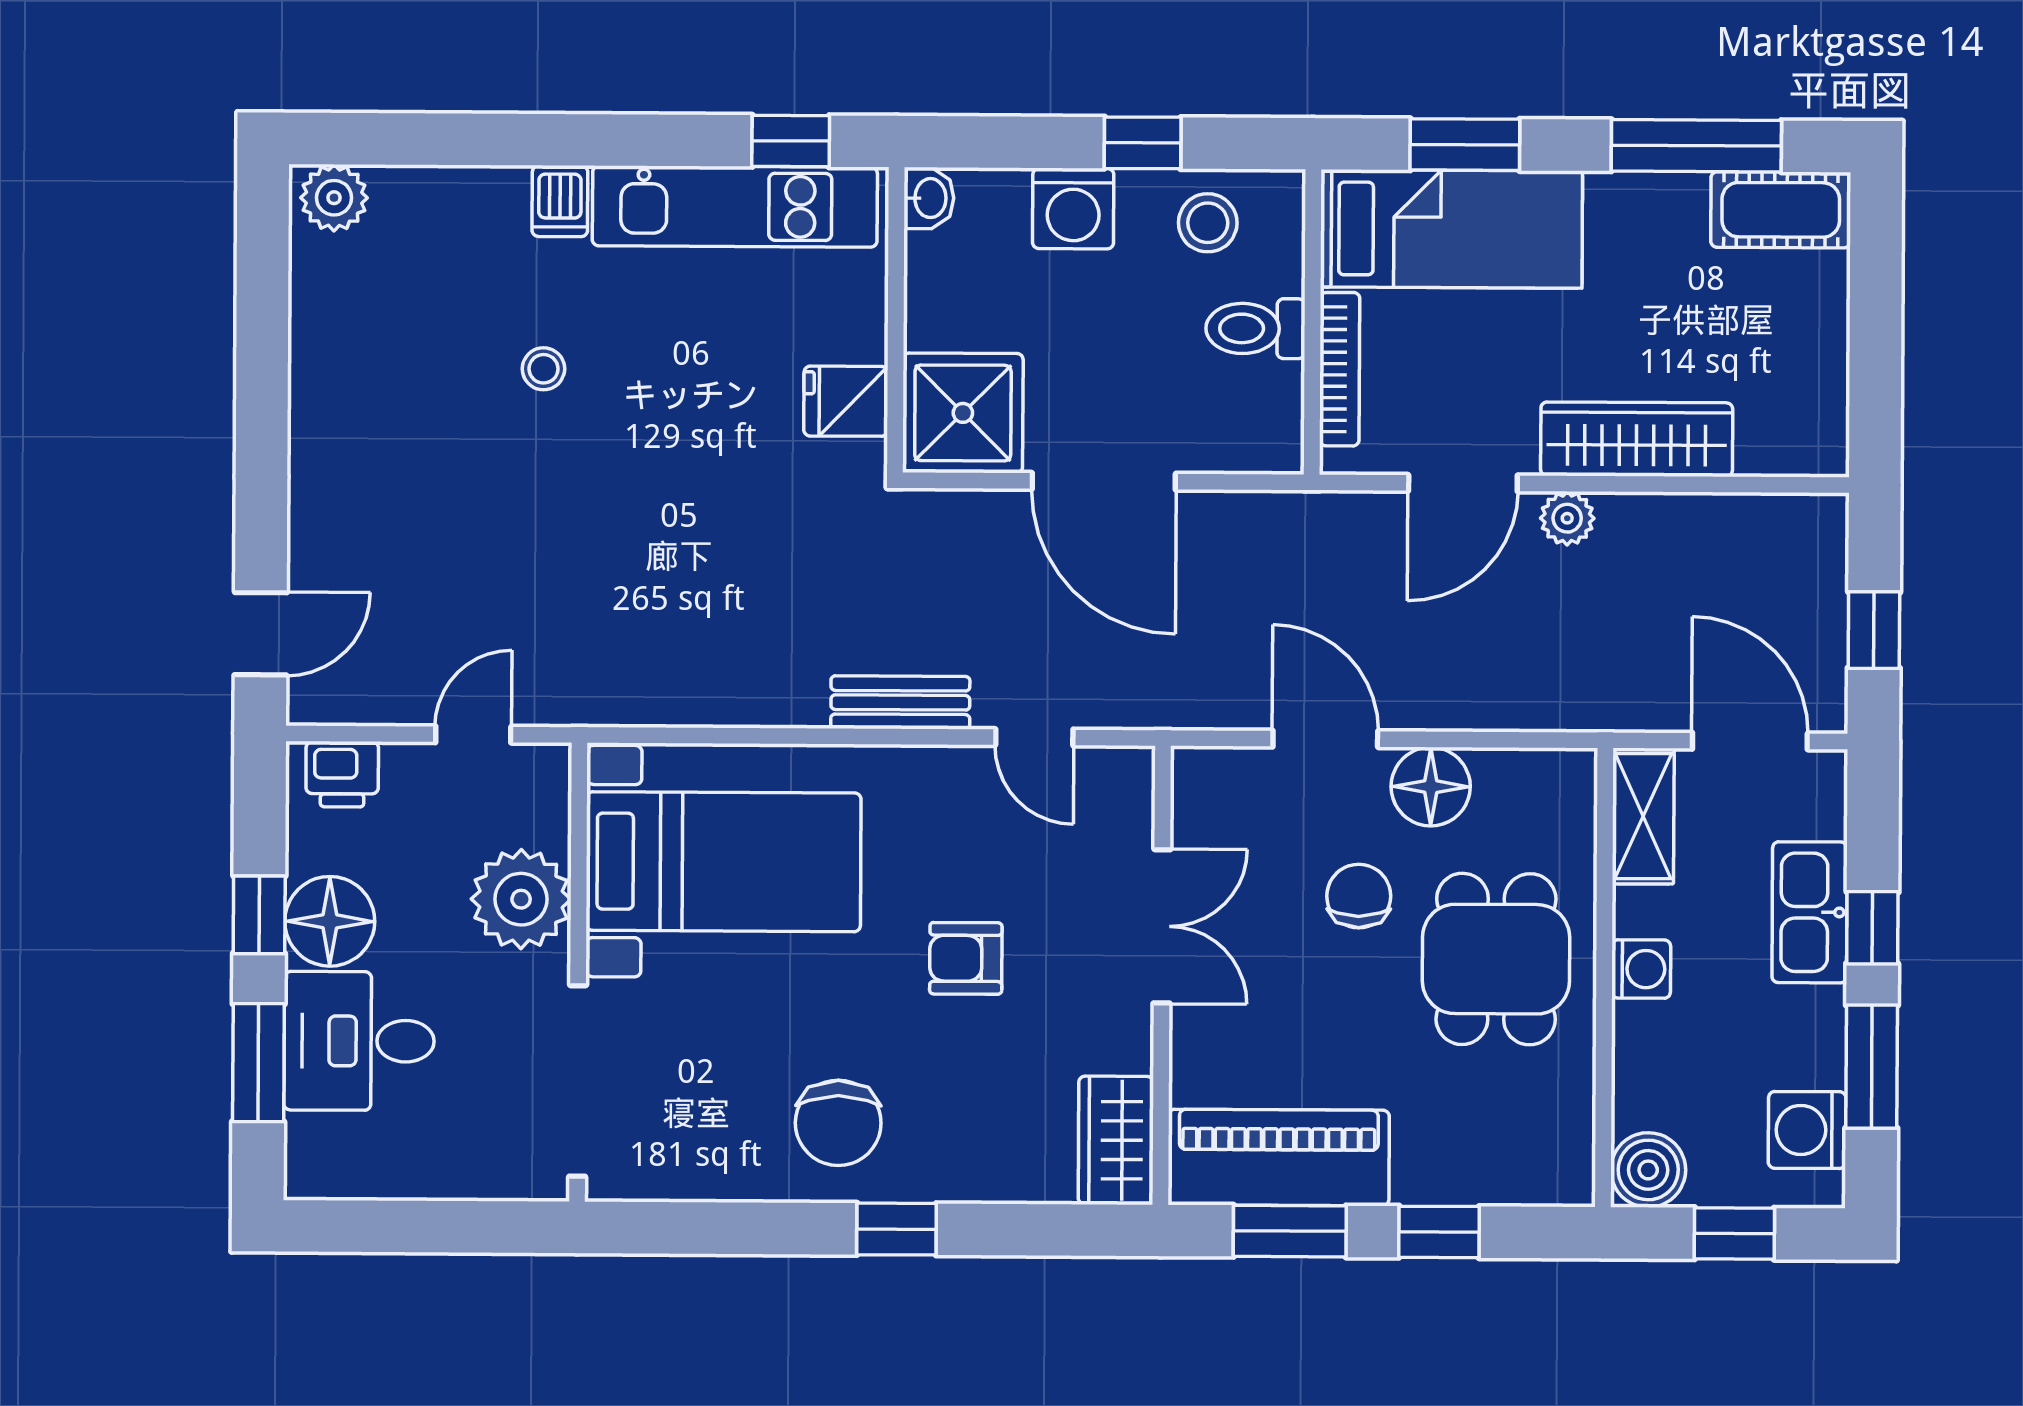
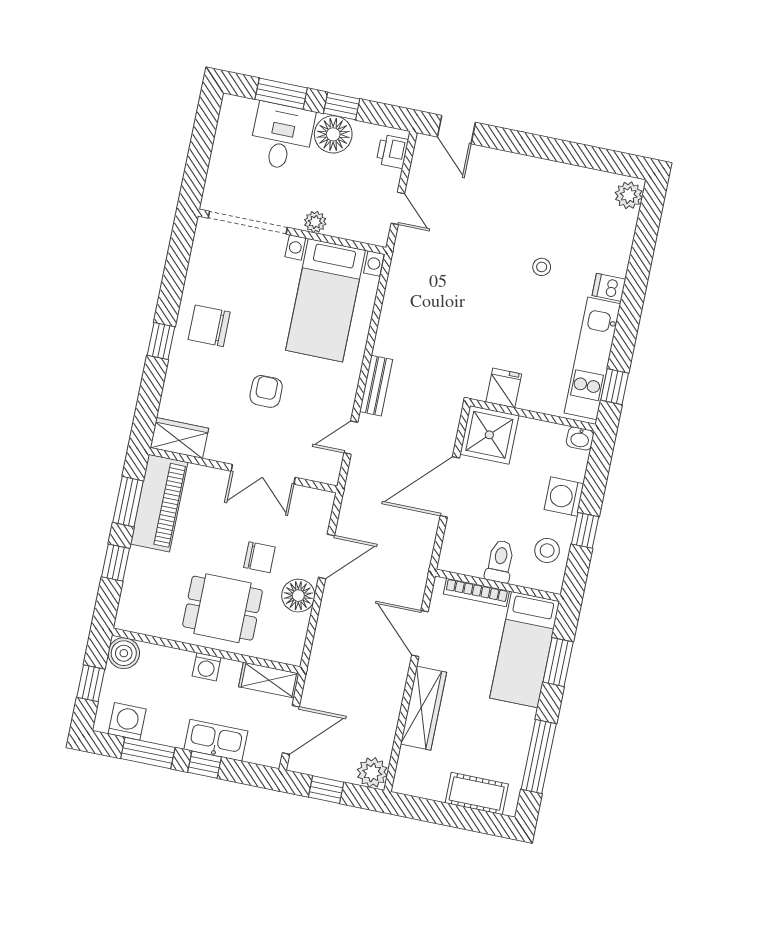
cot: (1781, 210) -> (477, 793), moved, turned 90
plant: (1567, 518) -> (372, 772), moved, width x1.38, depth x1.38
plant: (521, 899) -> (315, 222), width x0.53, depth x0.53

